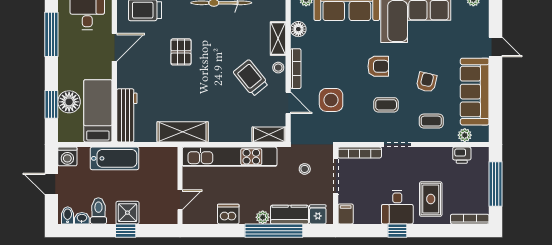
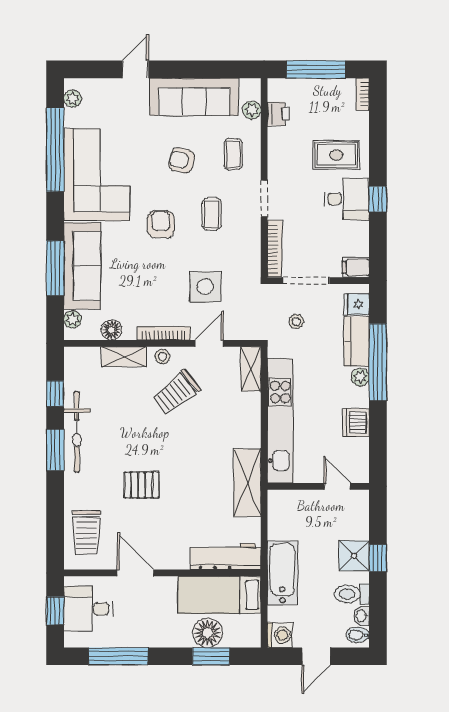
bookcase: (470, 219) -> (363, 94), width x0.64

